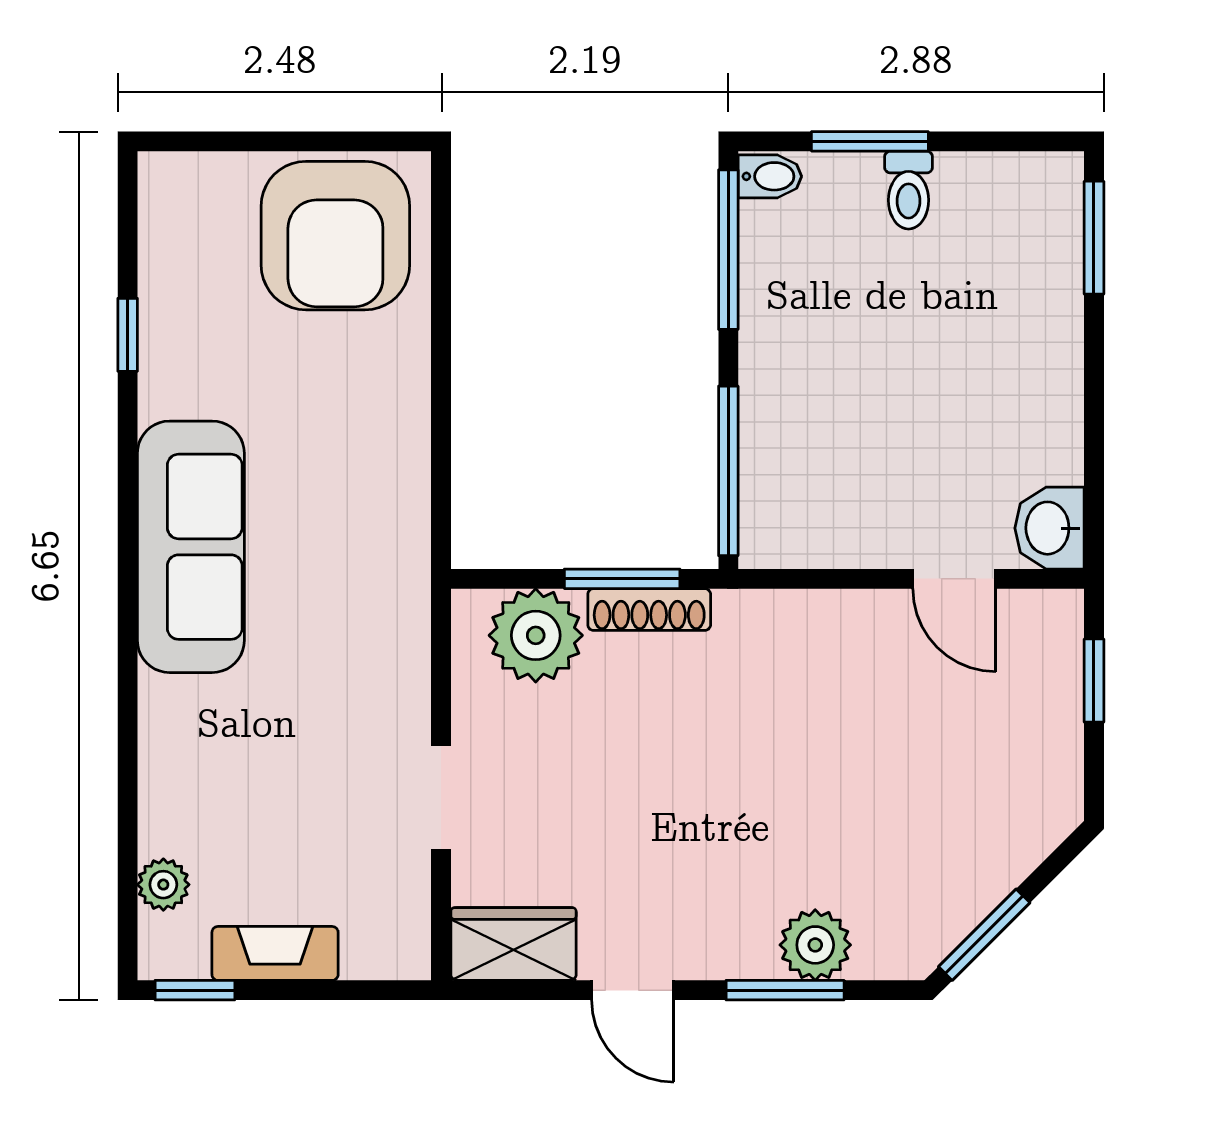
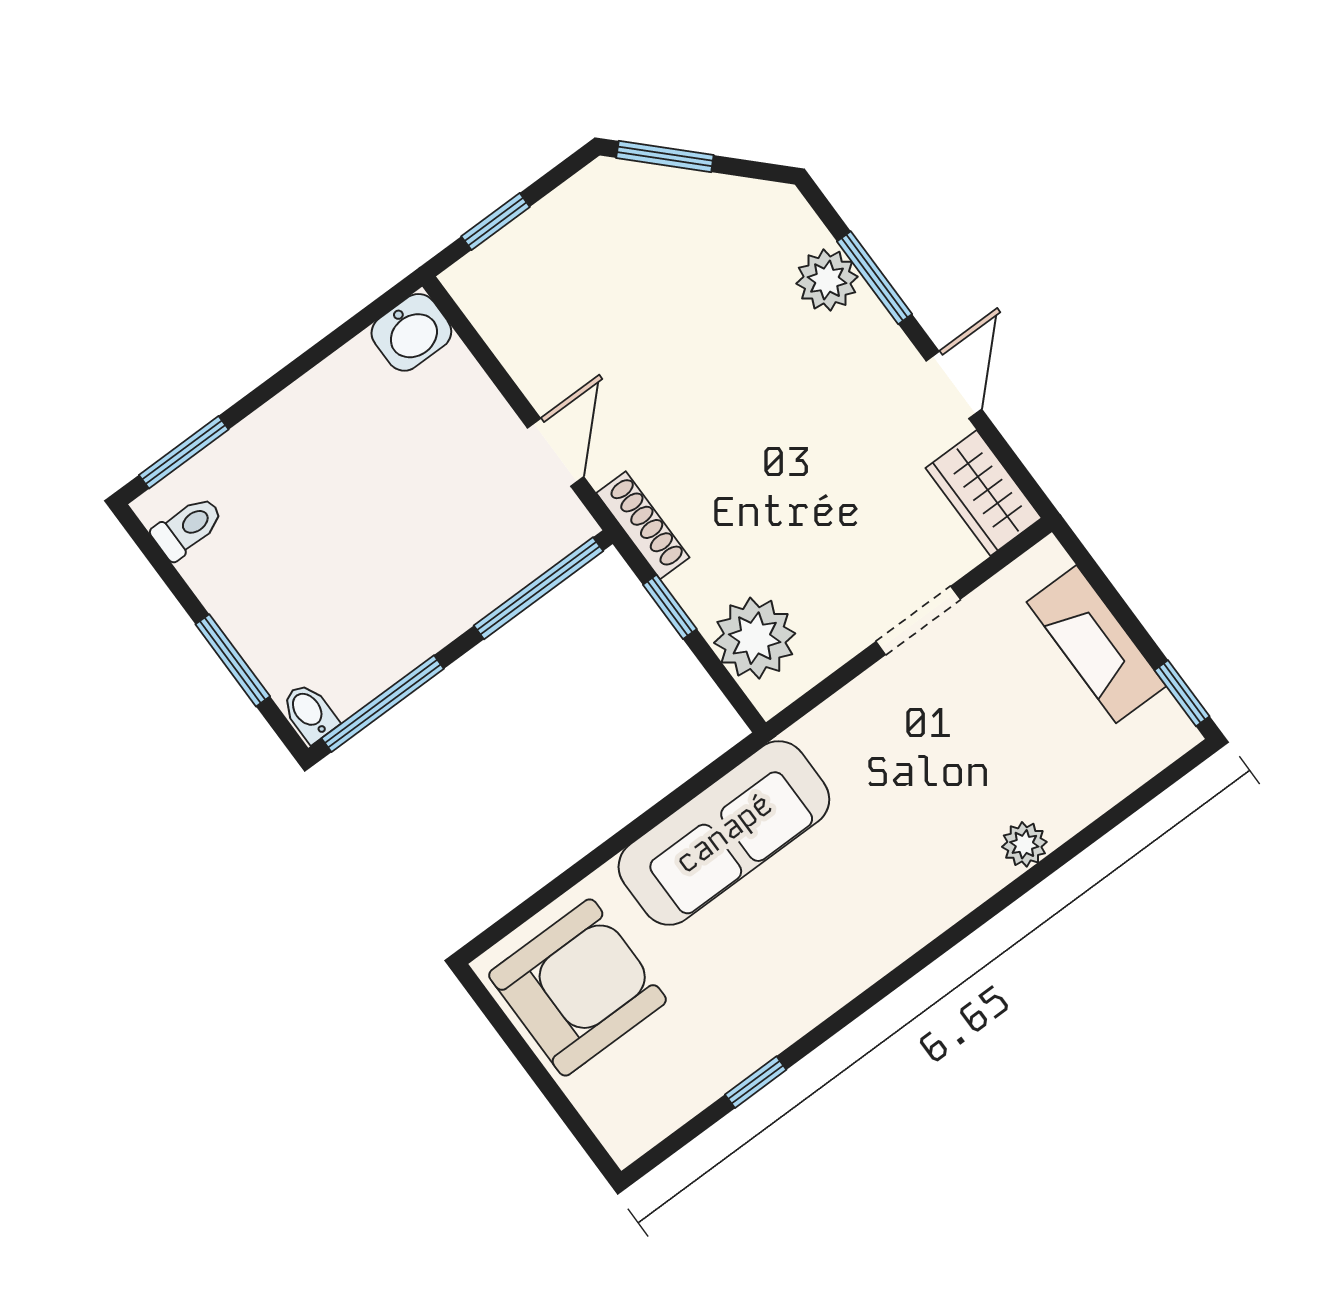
toilet: (909, 190) -> (188, 528), moved
sofa: (191, 547) -> (724, 833), moved, turned 180
window: (622, 579) -> (670, 607), width x0.67
door: (954, 579) -> (556, 452), moved
shoe rack: (649, 609) -> (643, 525), moved
plant: (163, 885) -> (1024, 844), moved
window: (984, 935) -> (665, 157), moved
fireplace: (275, 953) -> (1096, 644), width x1.37, depth x1.32

